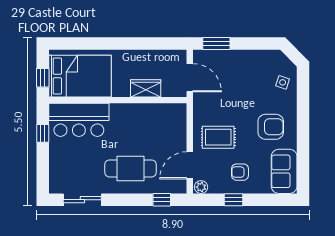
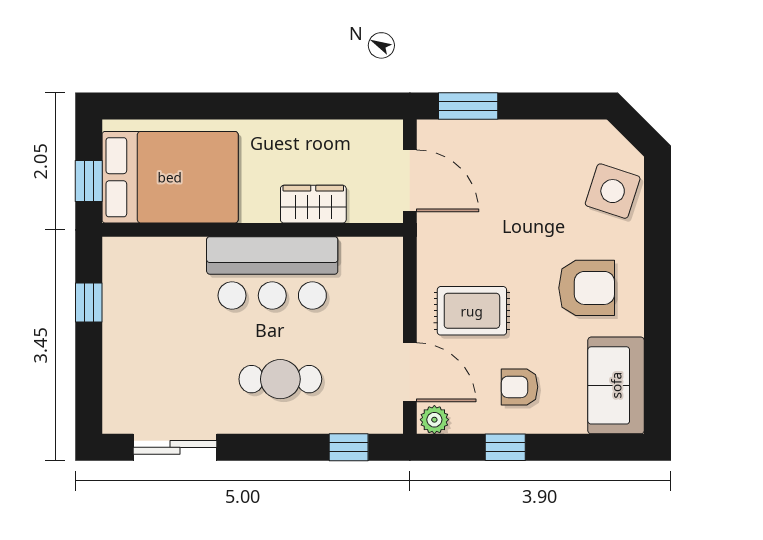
side table: (283, 82) -> (613, 191), width x1.87, depth x1.87
bar counter: (79, 120) -> (272, 273), moved
door: (190, 165) -> (410, 372), swing flipped
cafe table: (131, 168) -> (280, 379), width x0.73, depth x0.74

